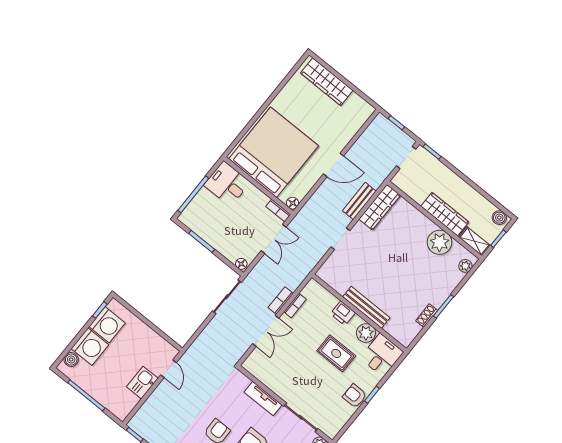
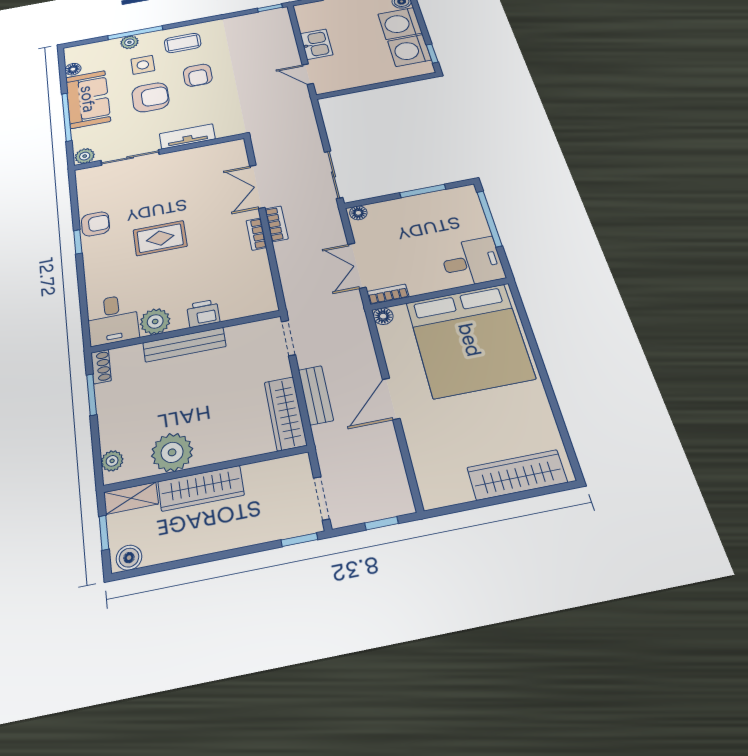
bench: (366, 307) -> (184, 345), moved
printer: (343, 313) -> (203, 313), moved
wall: (359, 313) -> (186, 332), moved
plant: (366, 333) -> (155, 321), moved
desk: (382, 355) -> (113, 320), moved

